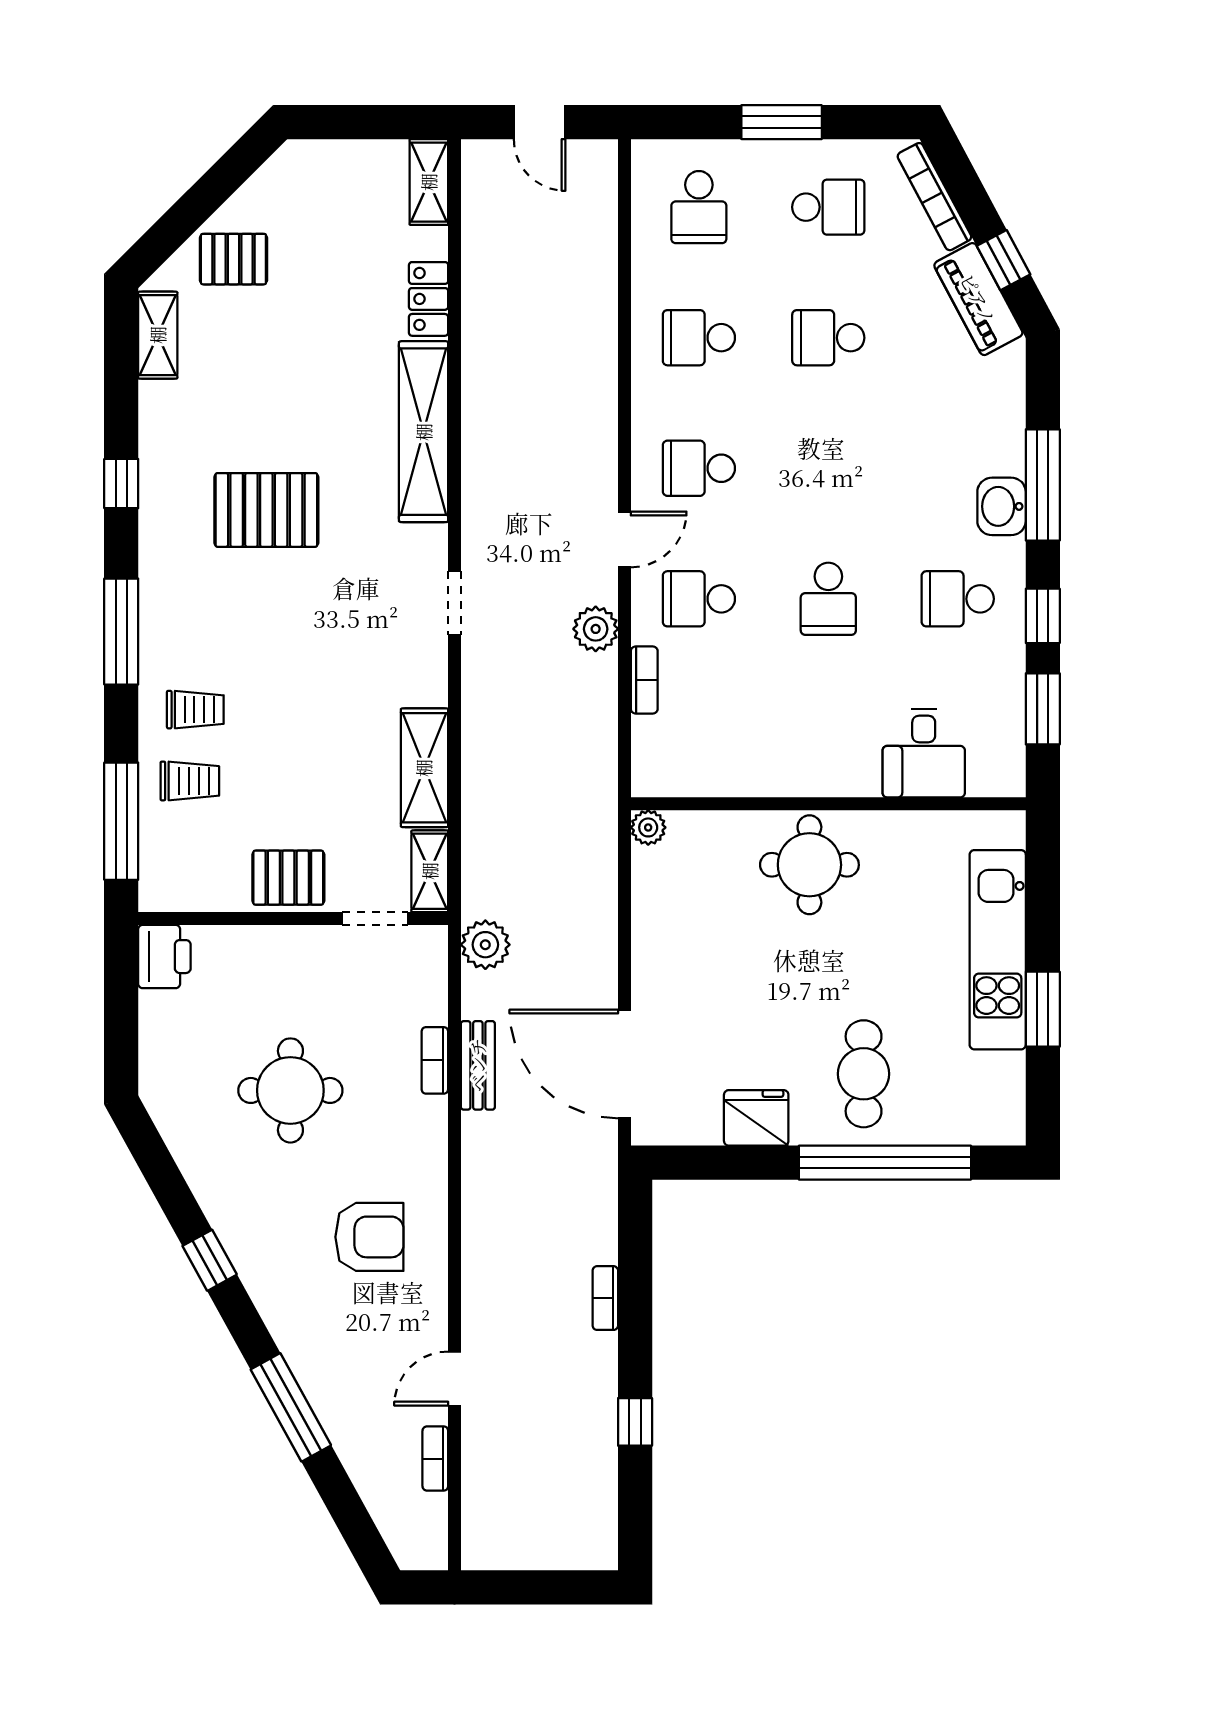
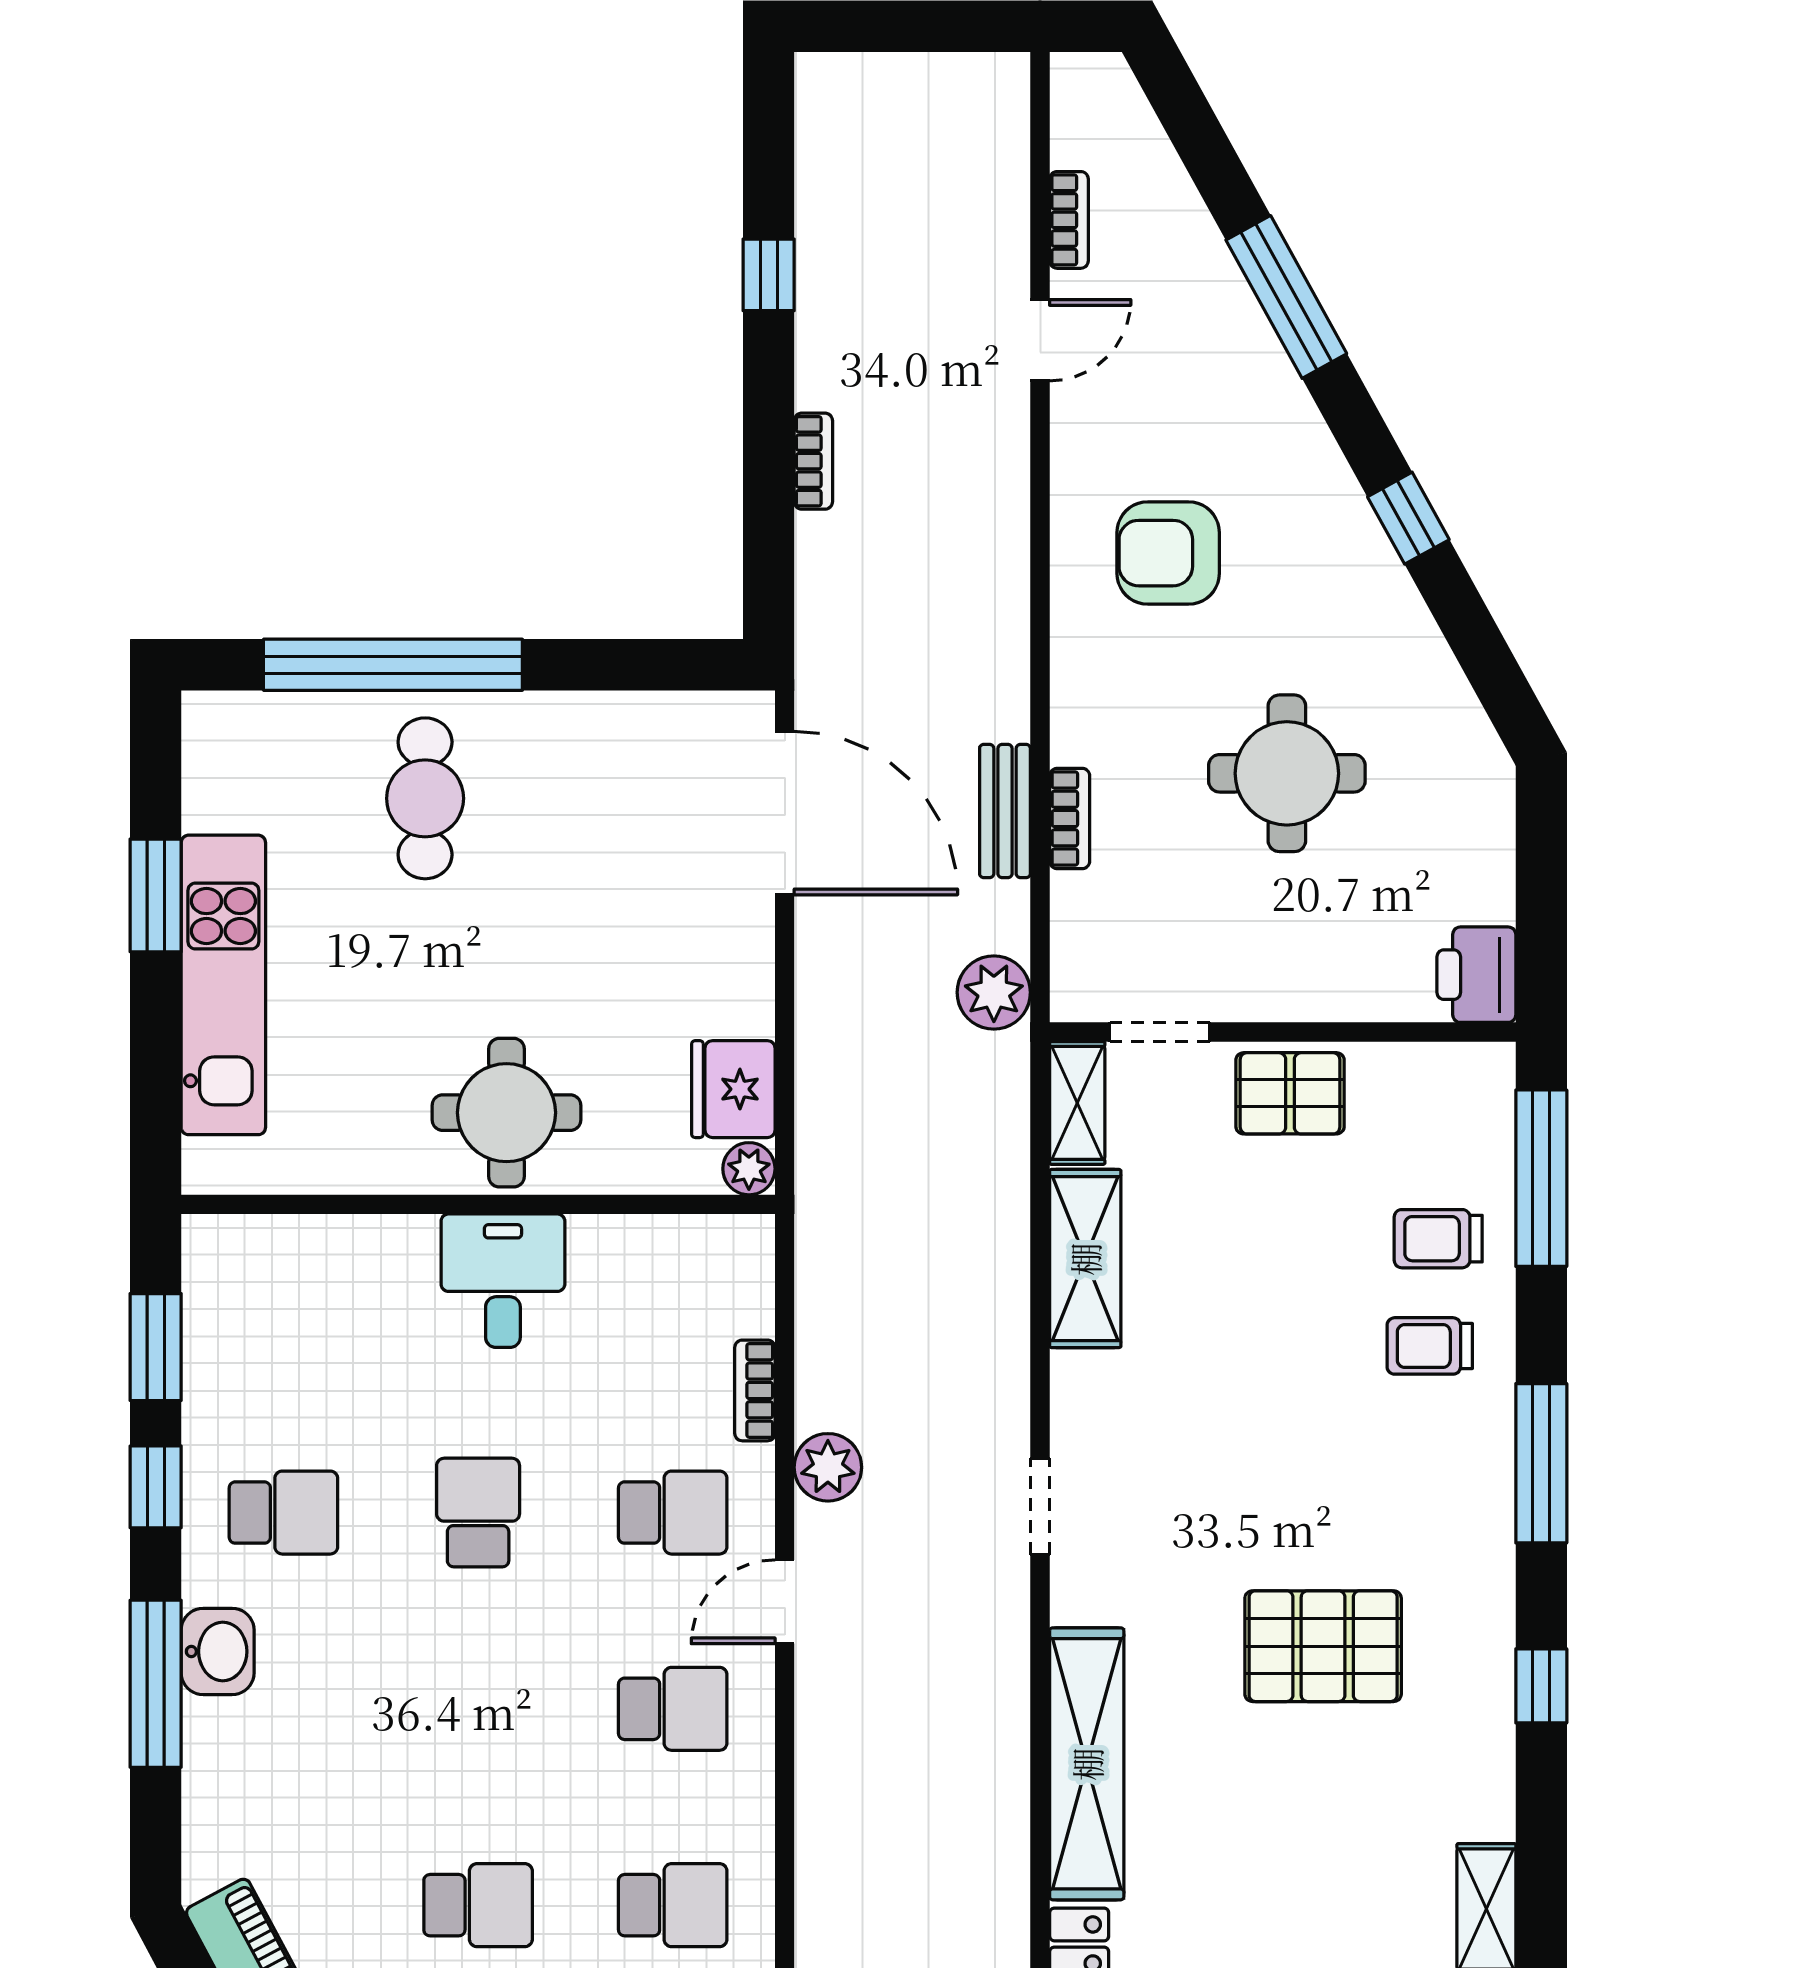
desk: (924, 753) -> (503, 1281), moved
fridge: (756, 1118) -> (733, 1089), moved, turned 90

